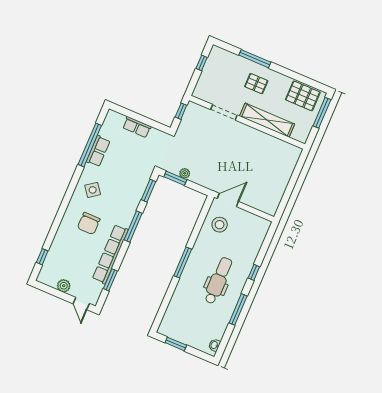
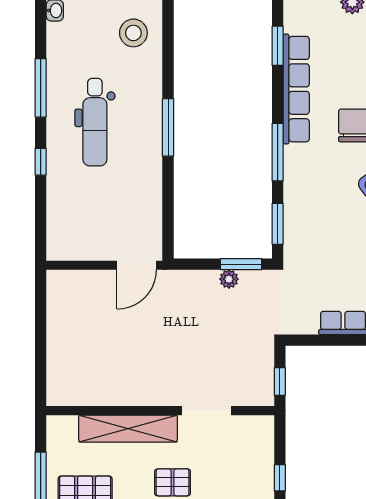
stool: (220, 225) -> (133, 33), moved

